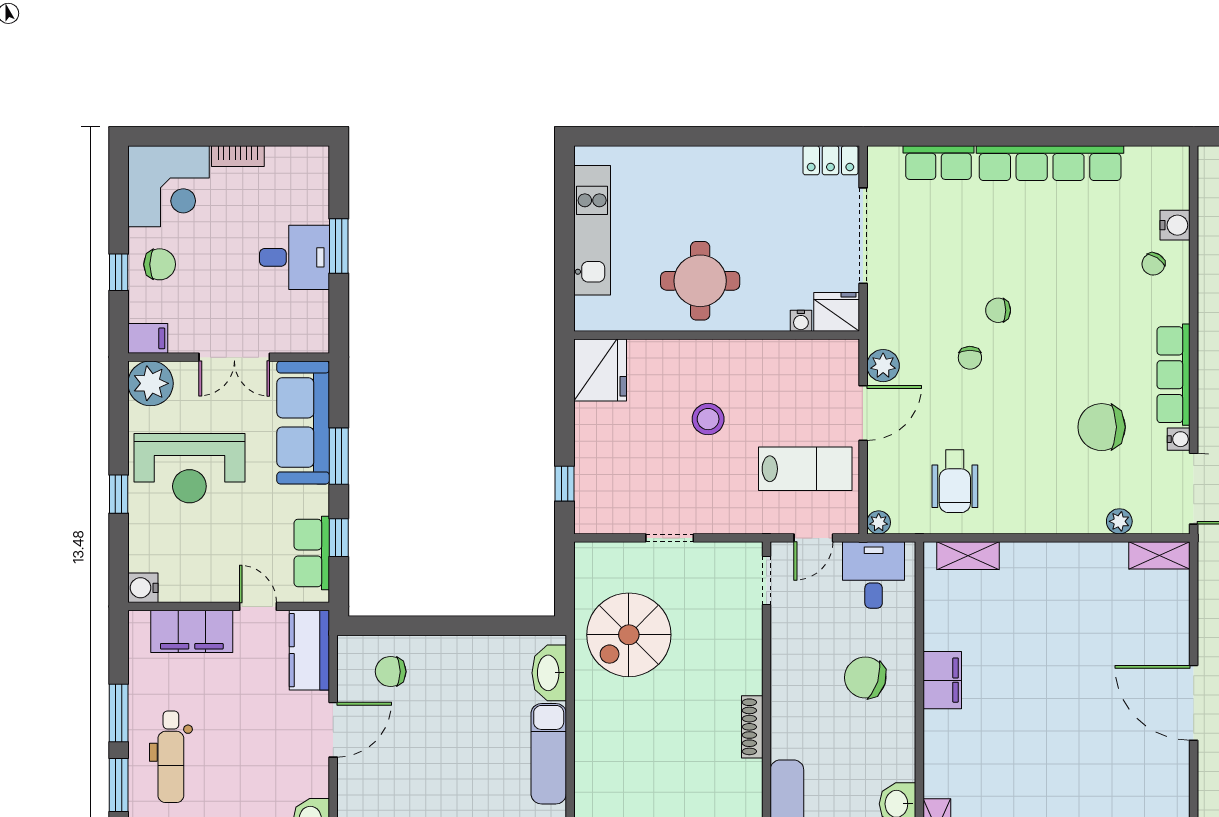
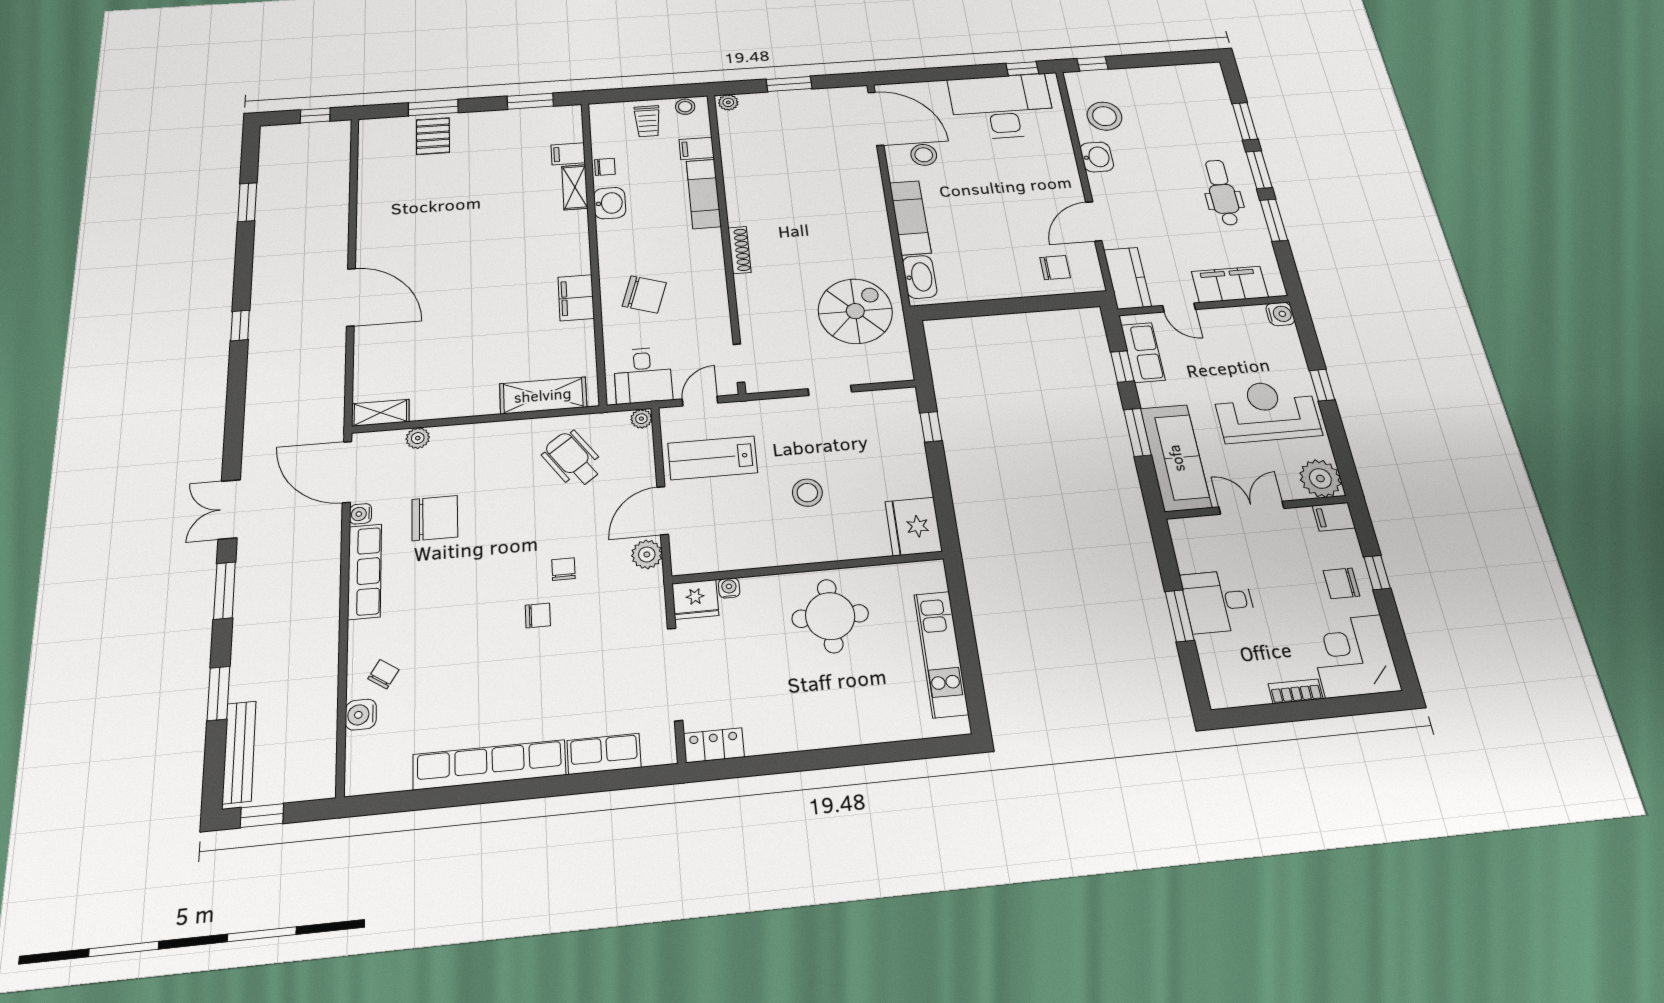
wheelchair: (955, 481) -> (573, 459), turned -36
shelving: (968, 556) -> (543, 395), width x1.50, depth x1.33

